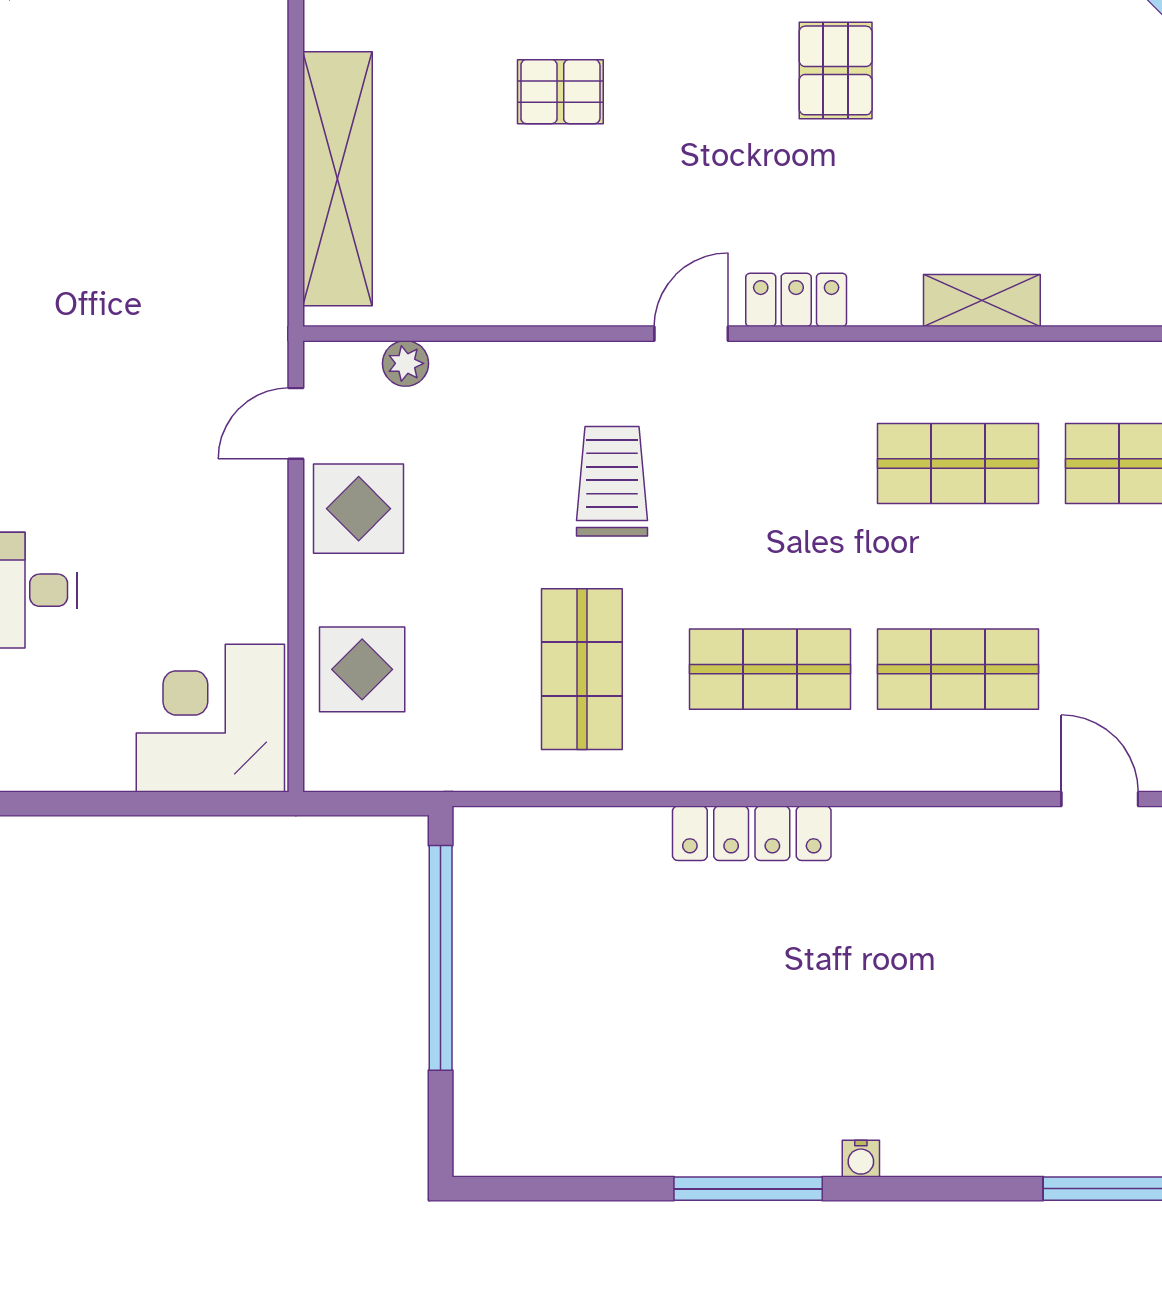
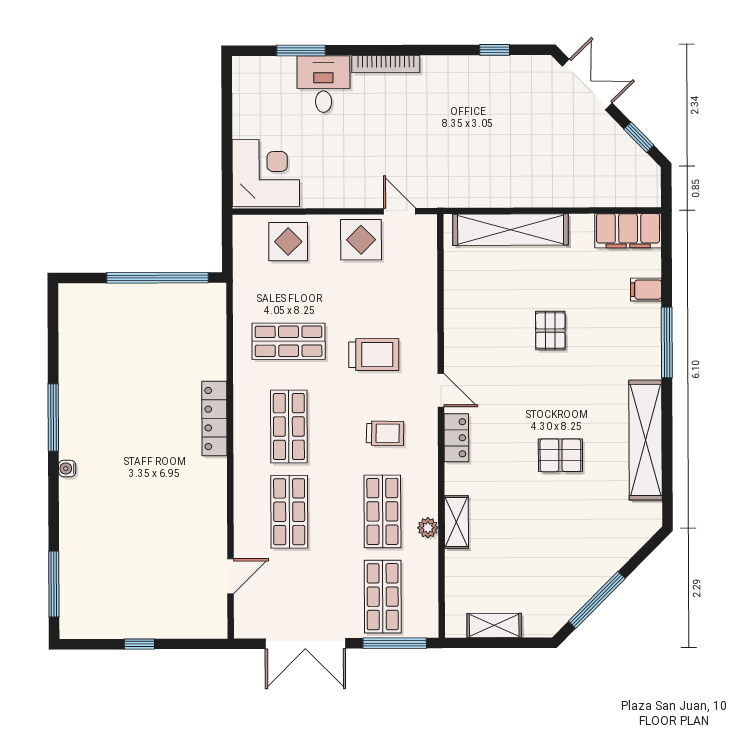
plant: (406, 363) -> (428, 528), moved
trolley: (786, 457) -> (385, 433), added

